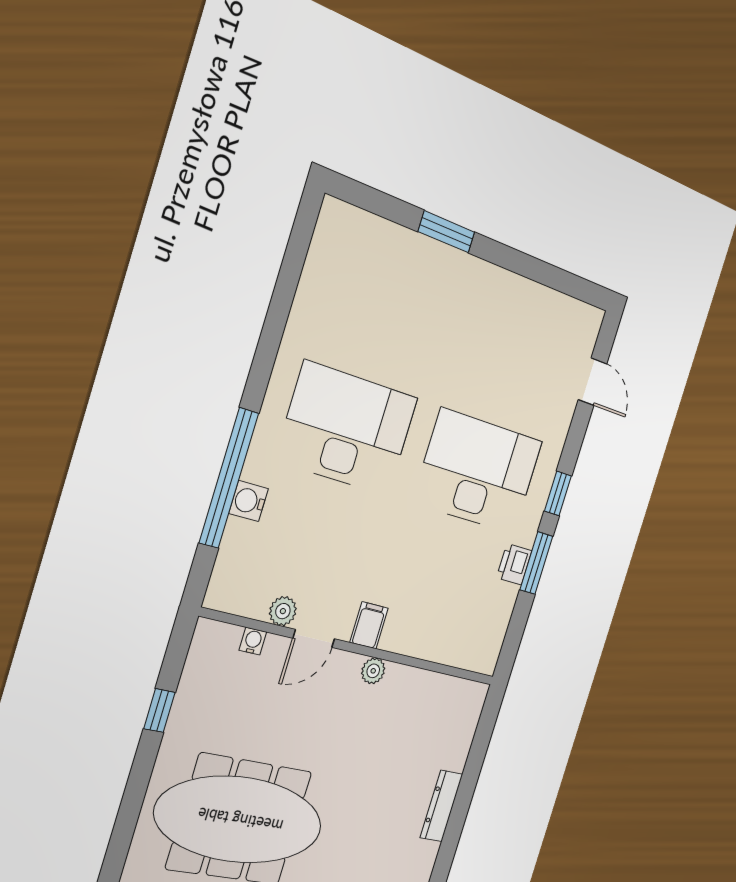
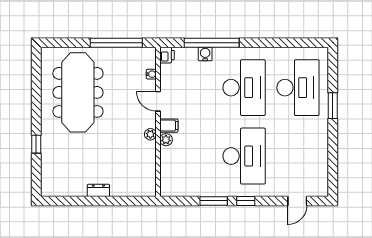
desk: (386, 300) -> (298, 88), added
printer: (514, 564) -> (167, 55), moved, turned 90
plant: (283, 611) -> (166, 140), moved
window: (159, 710) -> (116, 43), width x3.17
dresser: (441, 806) -> (98, 190), width x0.70

